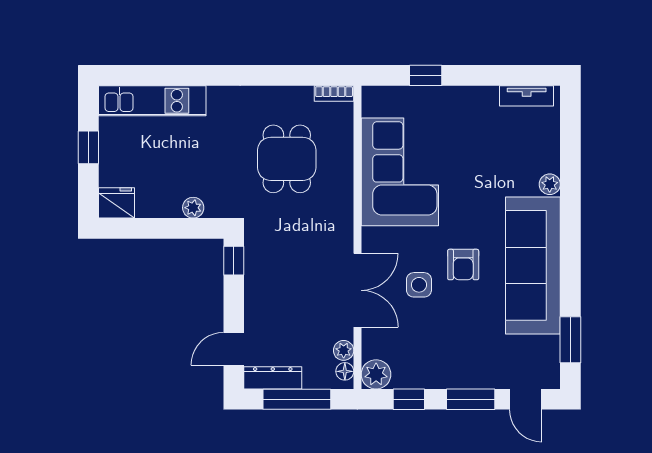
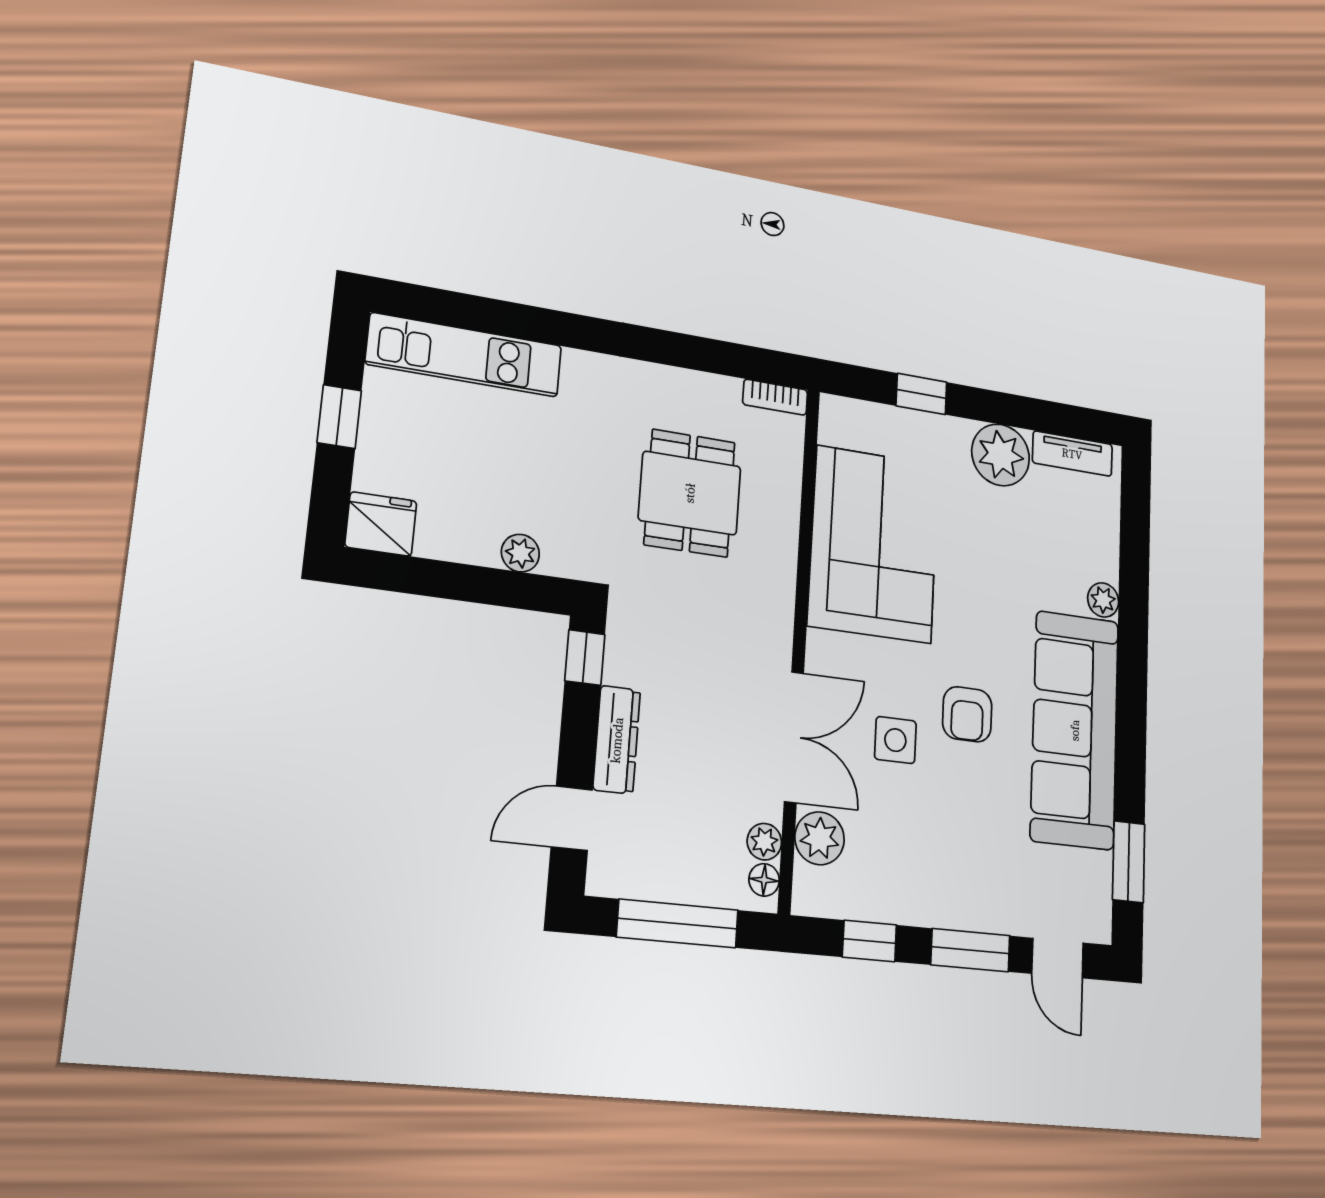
plant: (479, 105) -> (1001, 455), added
plant: (376, 374) -> (820, 838), moved
dresser: (273, 378) -> (617, 740), moved, turned 90

